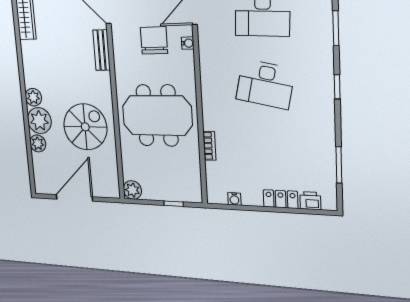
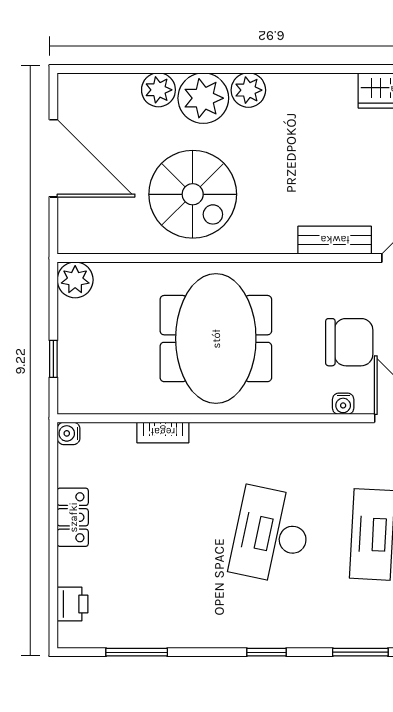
water cooler: (234, 199) -> (69, 433), moved
locker: (281, 199) -> (73, 517), moved

